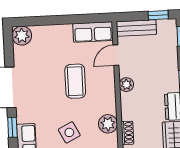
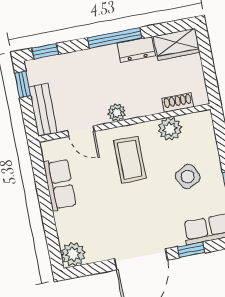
row of seats: (93, 32) -> (60, 184), moved
coffee table: (75, 81) -> (130, 160), moved, turned 90

